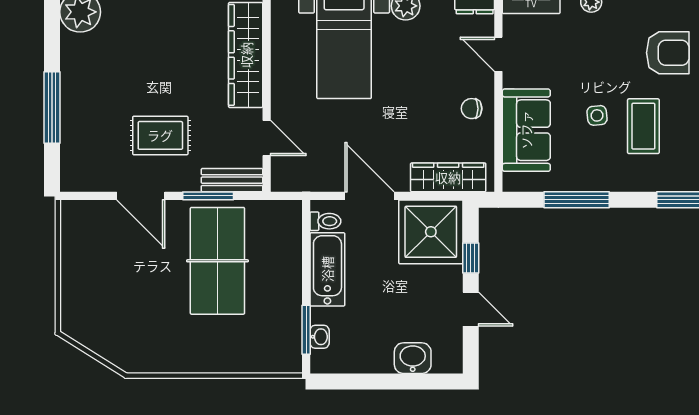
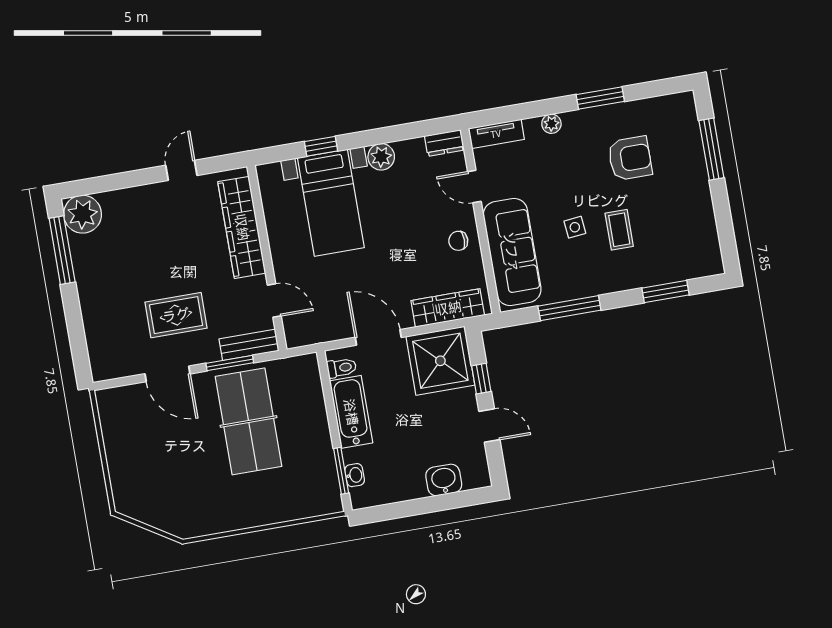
window: (52, 107) -> (62, 250), moved
coffee table: (643, 126) -> (619, 230), width x0.73, depth x0.77
sofa: (526, 130) -> (512, 252), width x1.36

